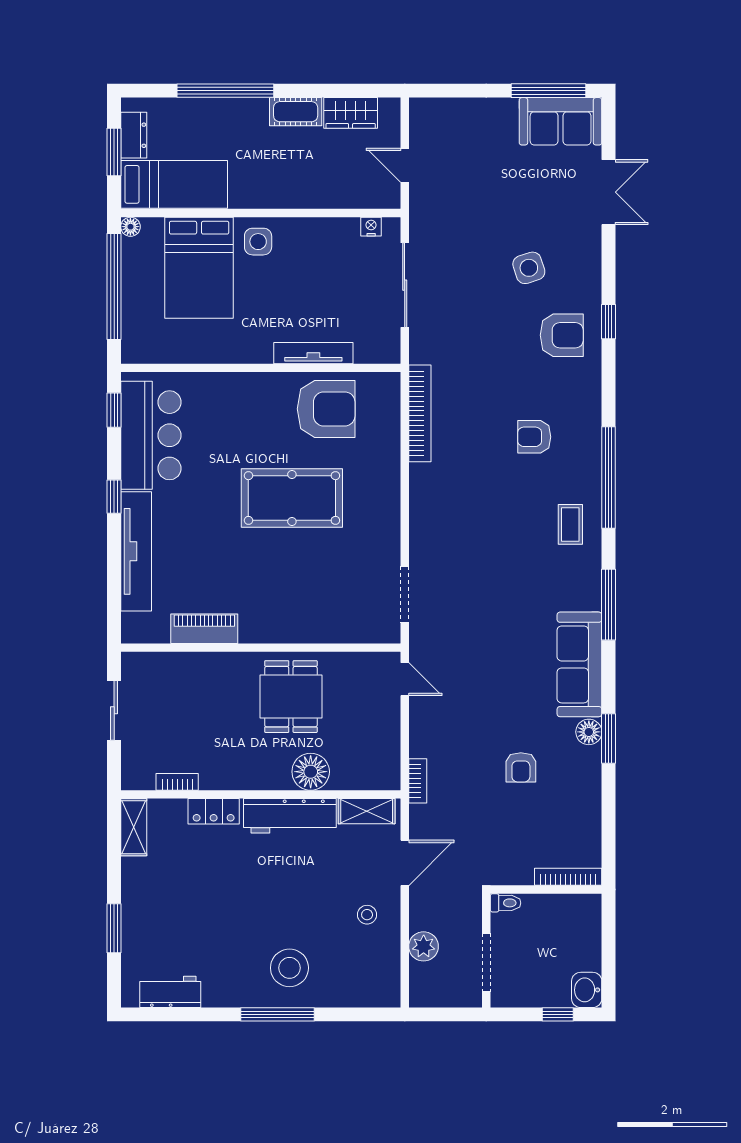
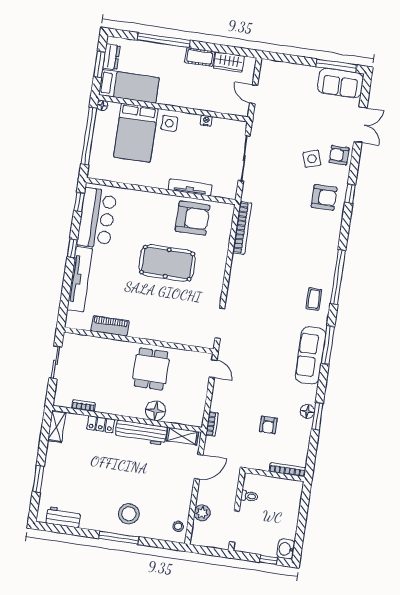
nightstand: (371, 227) -> (206, 121), moved
armchair: (534, 437) -> (339, 155), moved
sofa: (579, 664) -> (310, 355), moved
bookcase: (568, 877) -> (287, 470), moved
wall: (546, 889) -> (275, 475), moved
stool: (367, 915) -> (178, 526), moved

